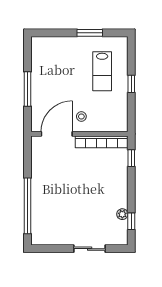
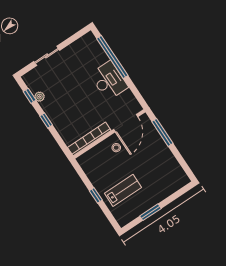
lab bench: (102, 71) -> (123, 190), turned 90
window: (27, 89) -> (162, 132), moved
window: (131, 158) -> (46, 120), moved
desk: (46, 185) -> (109, 81), added

